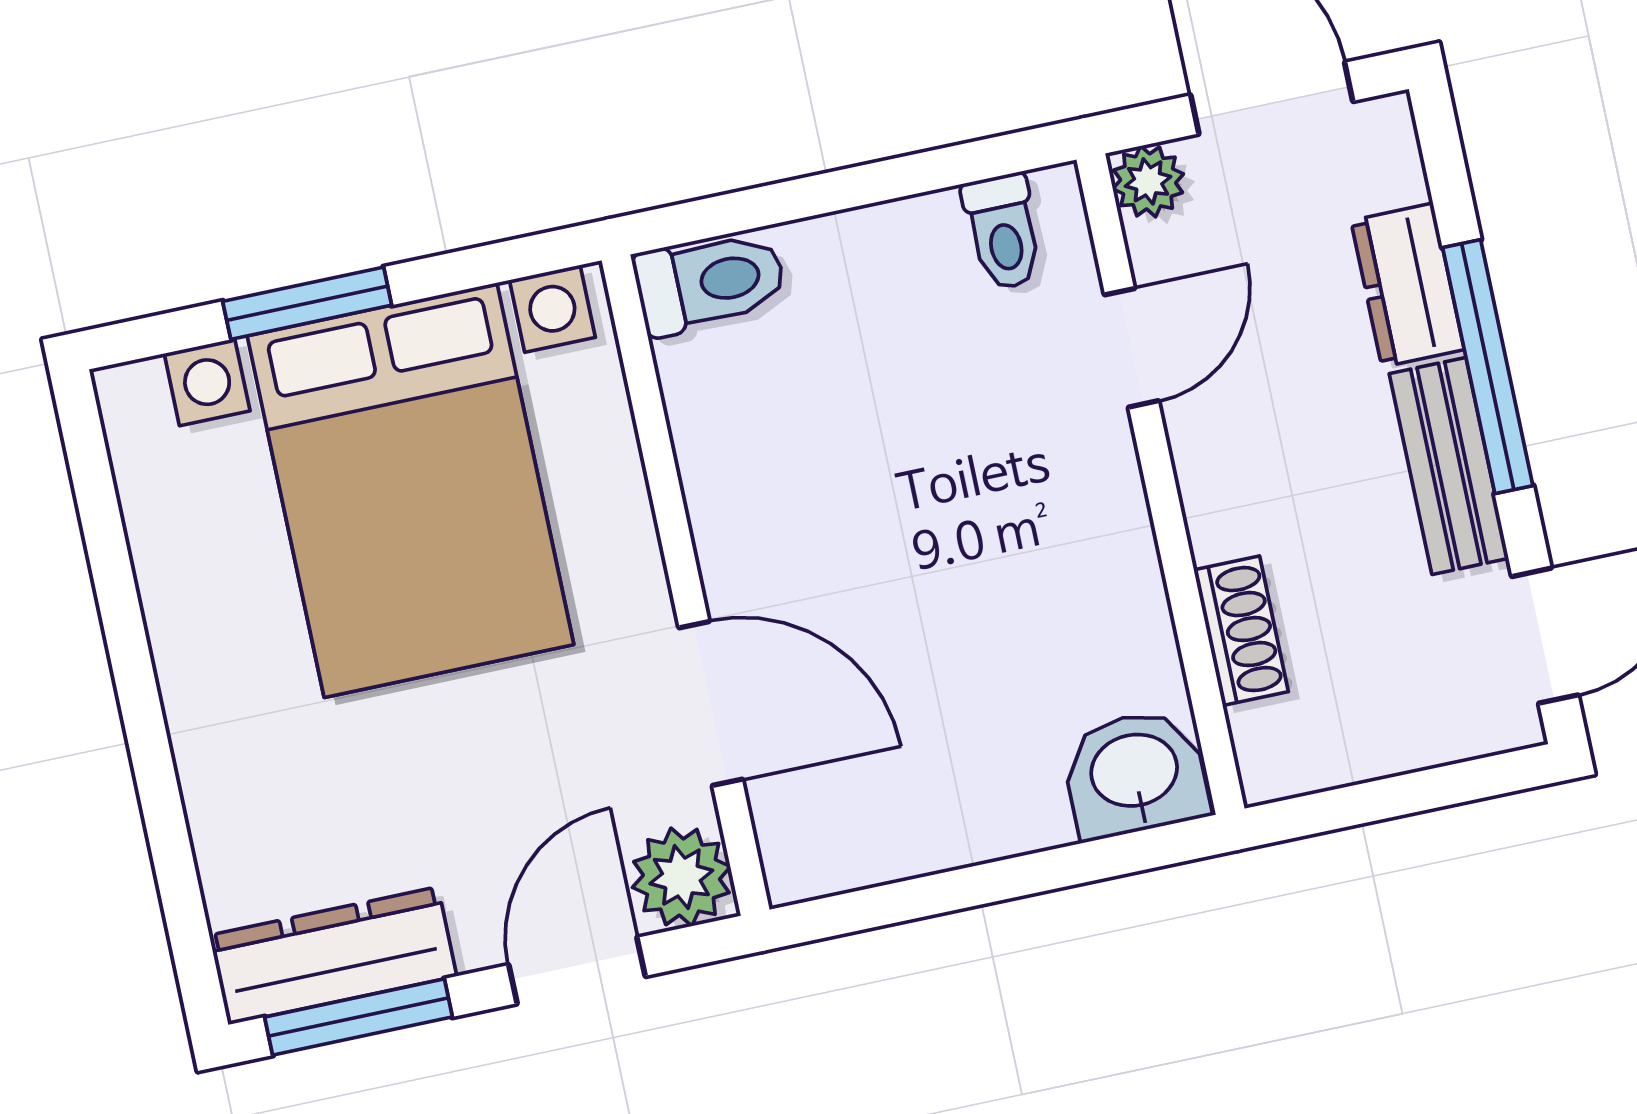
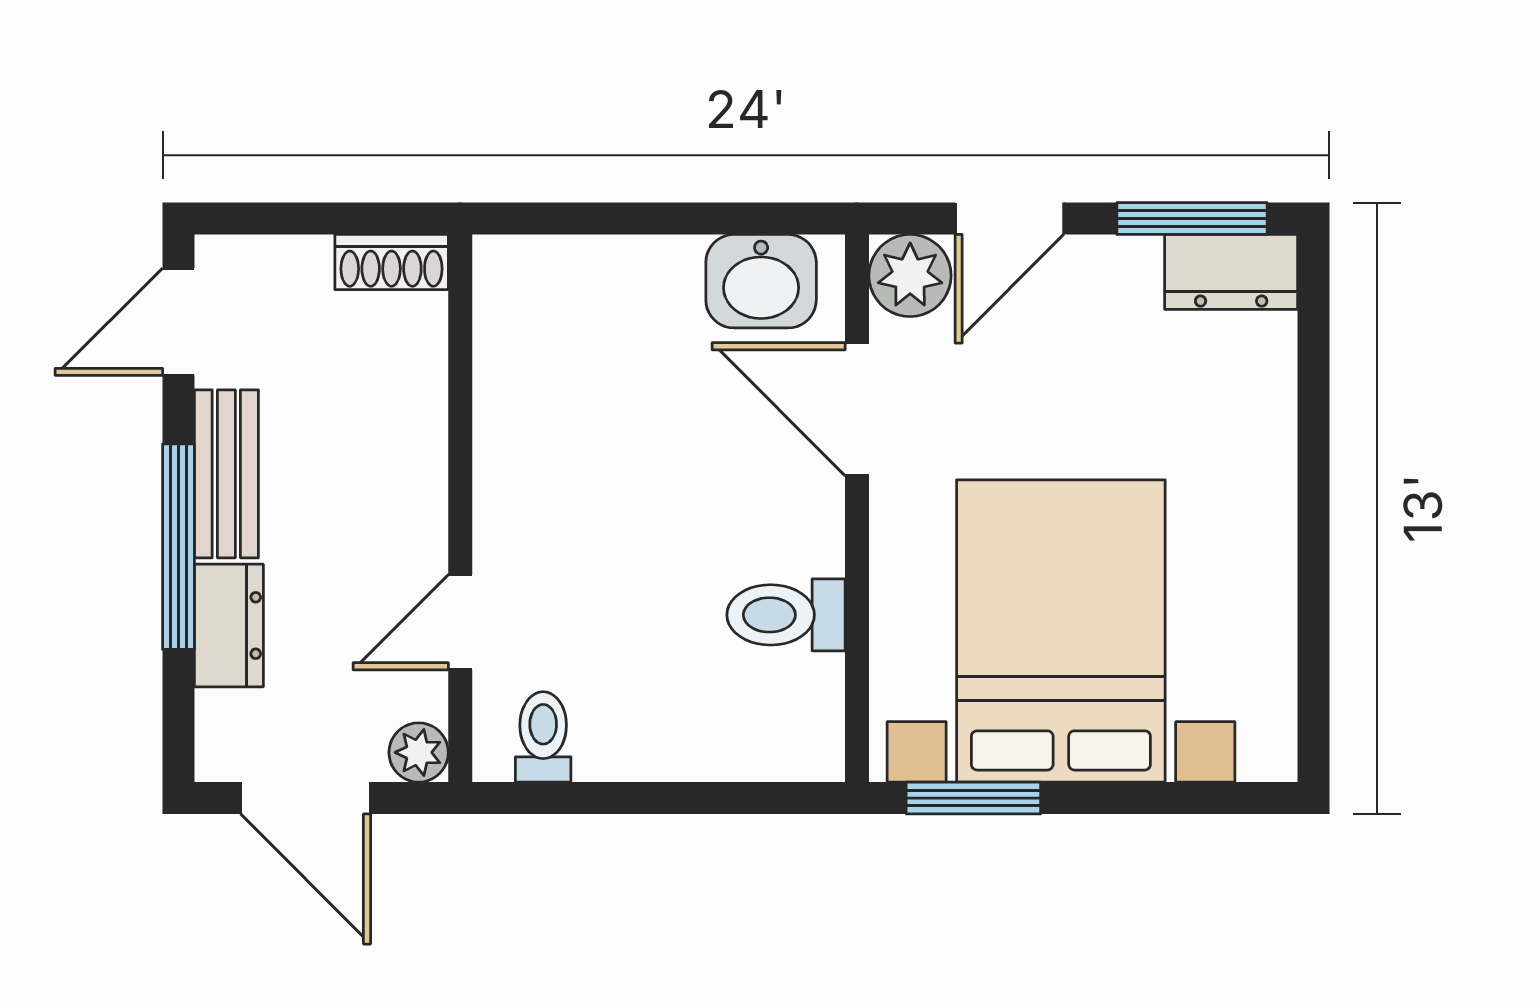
toilet: (710, 282) -> (786, 615), moved
window: (307, 303) -> (973, 798), moved
shoe rack: (1241, 631) -> (392, 262), moved, turned -90
washbasin: (1135, 774) -> (761, 281), moved
dresser: (333, 956) -> (1231, 272), width x0.70

